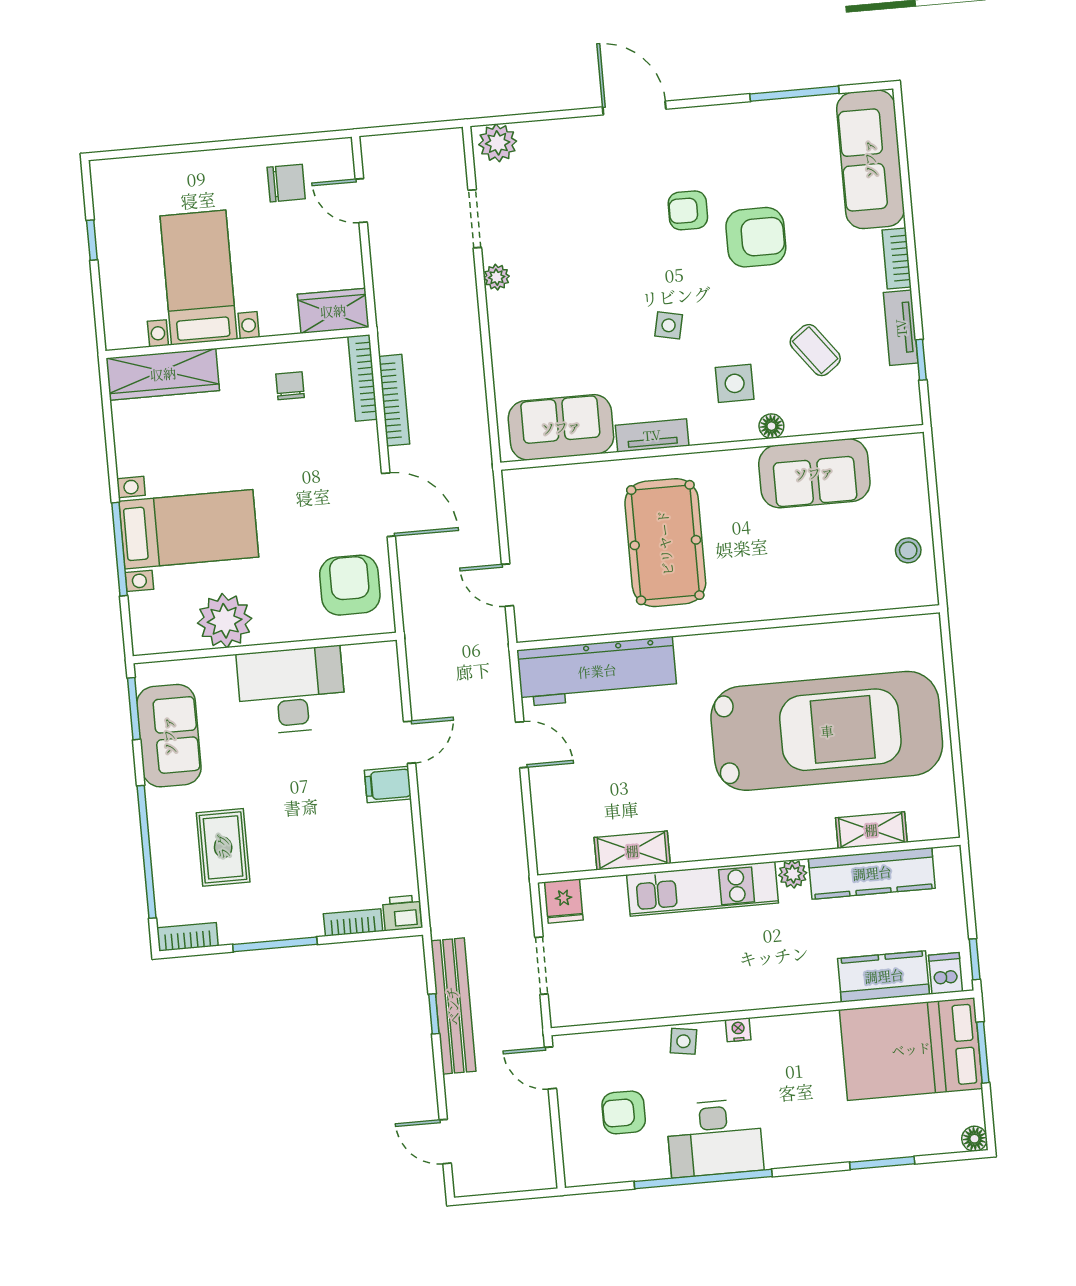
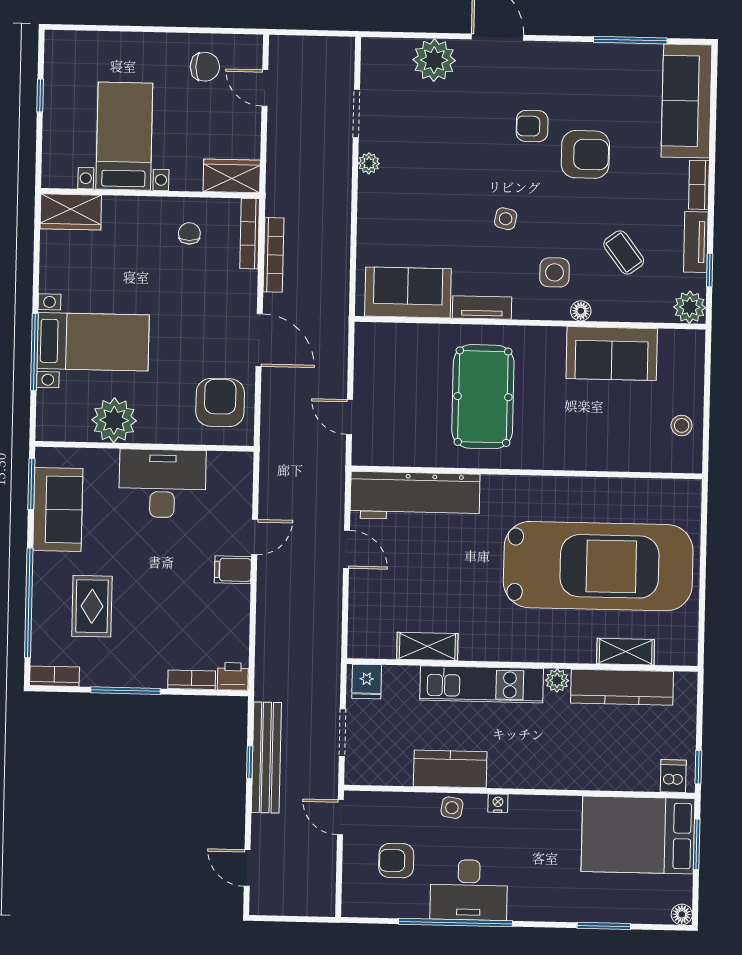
plant: (498, 143) -> (434, 60), moved, width x1.36, depth x1.36
wardrobe: (163, 374) -> (71, 212), width x0.67
plant: (902, 407) -> (690, 307), added
kitchen counter: (884, 976) -> (450, 769), moved

